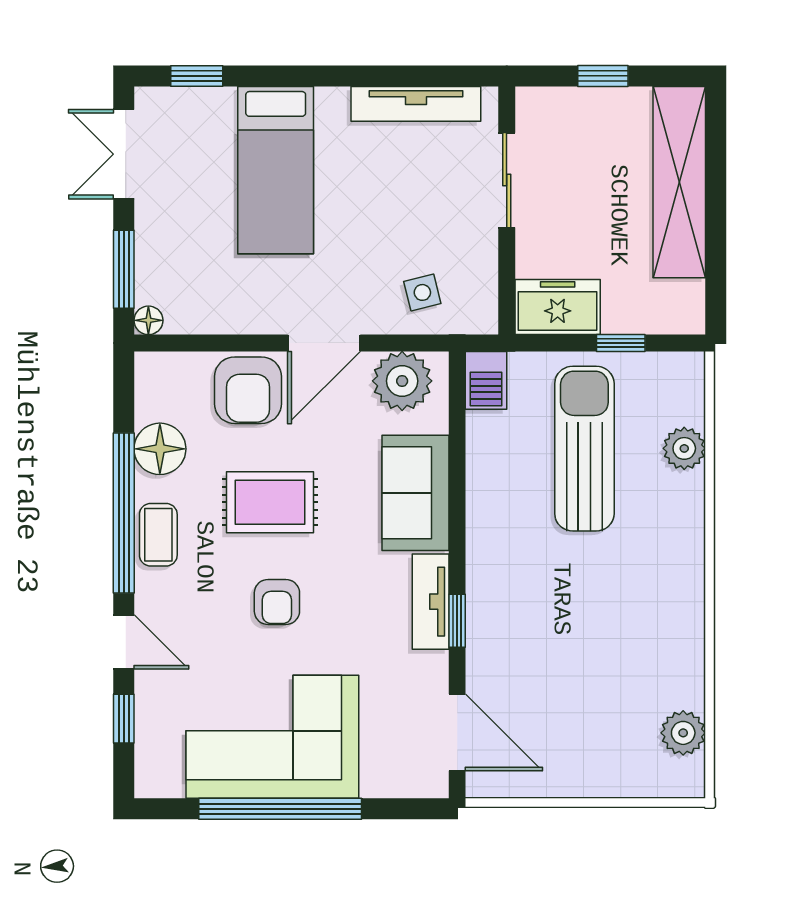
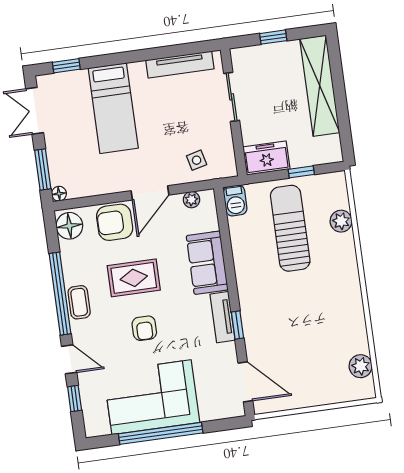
plant: (402, 381) -> (192, 200), width x0.53, depth x0.53
armchair: (248, 390) -> (115, 222), turned 90
floor lamp: (160, 449) -> (69, 226), moved

